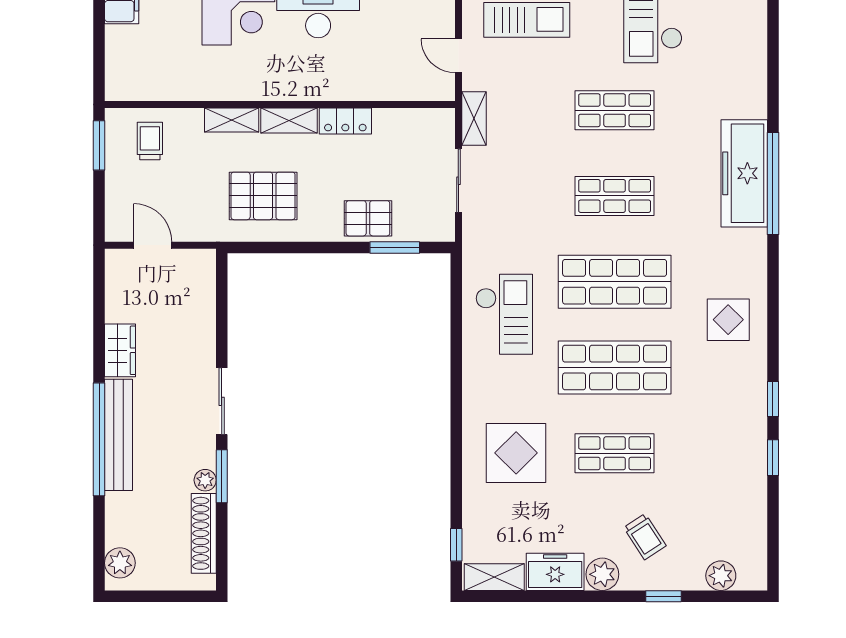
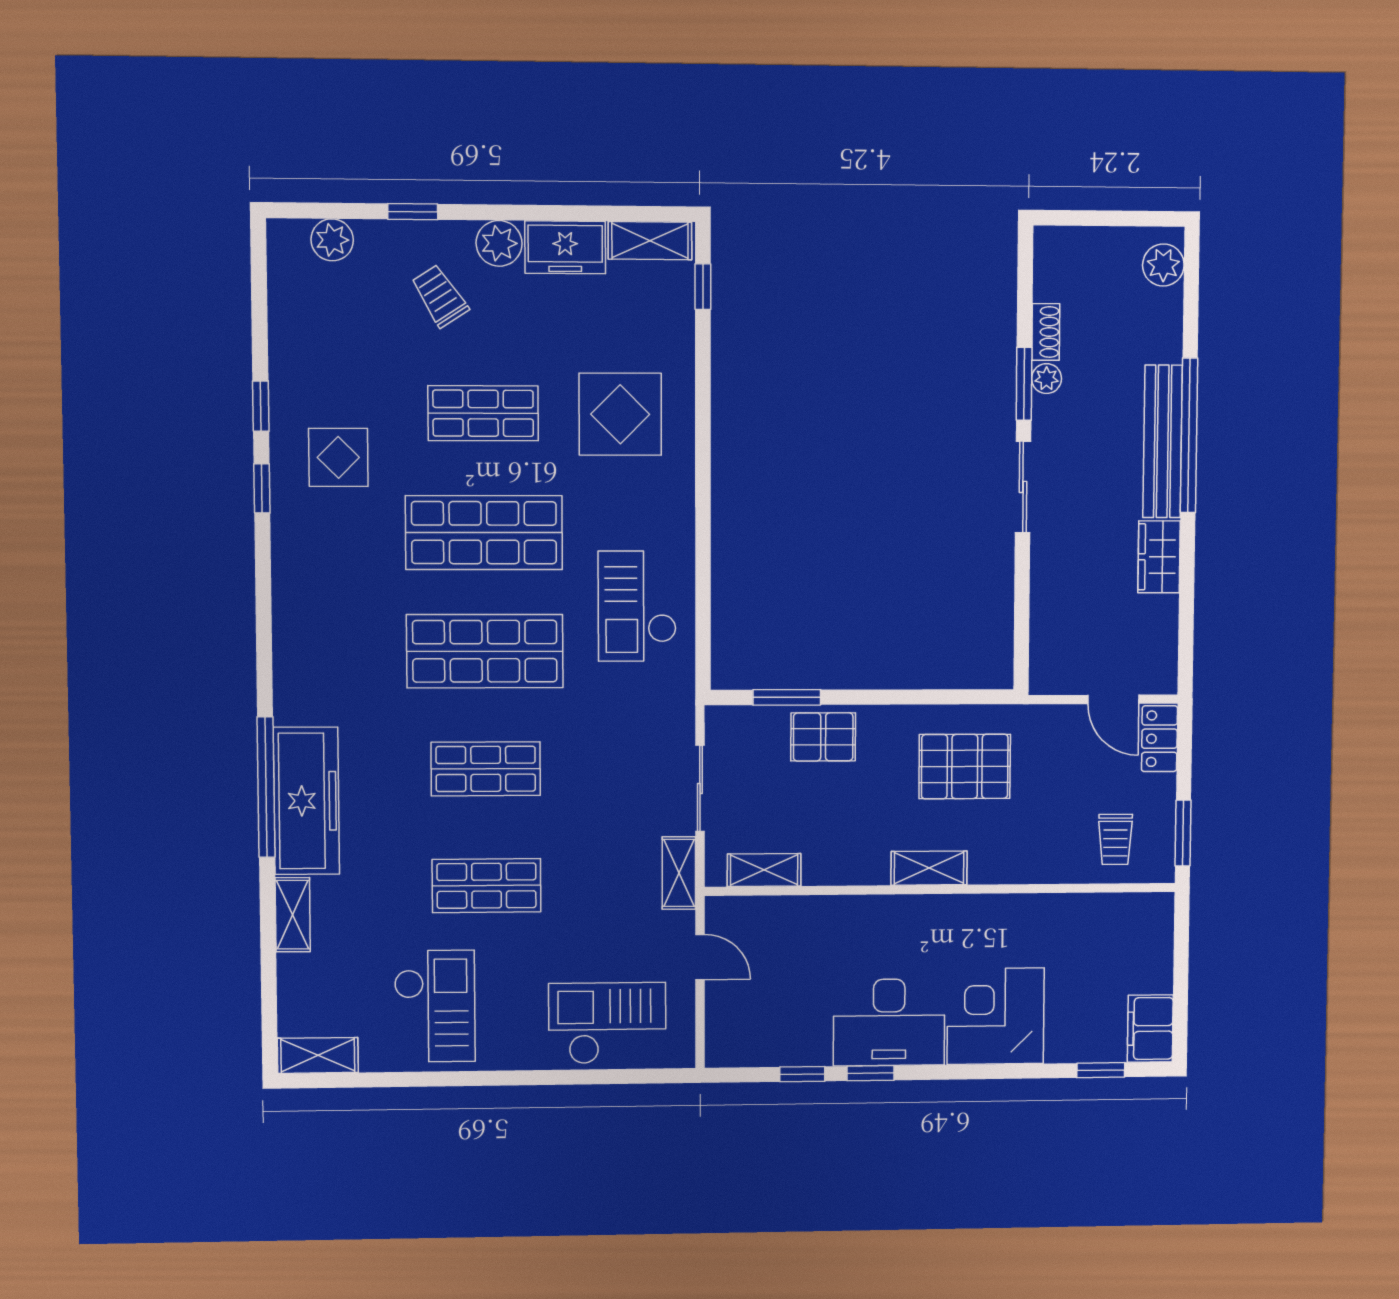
shelving: (755, 90) -> (293, 915), added
shelving: (232, 120) -> (764, 870), moved
locker: (345, 121) -> (1159, 739), moved, turned -90
display table: (728, 320) -> (338, 457), moved
shoe rack: (204, 533) -> (1046, 332), width x0.51, depth x0.81

